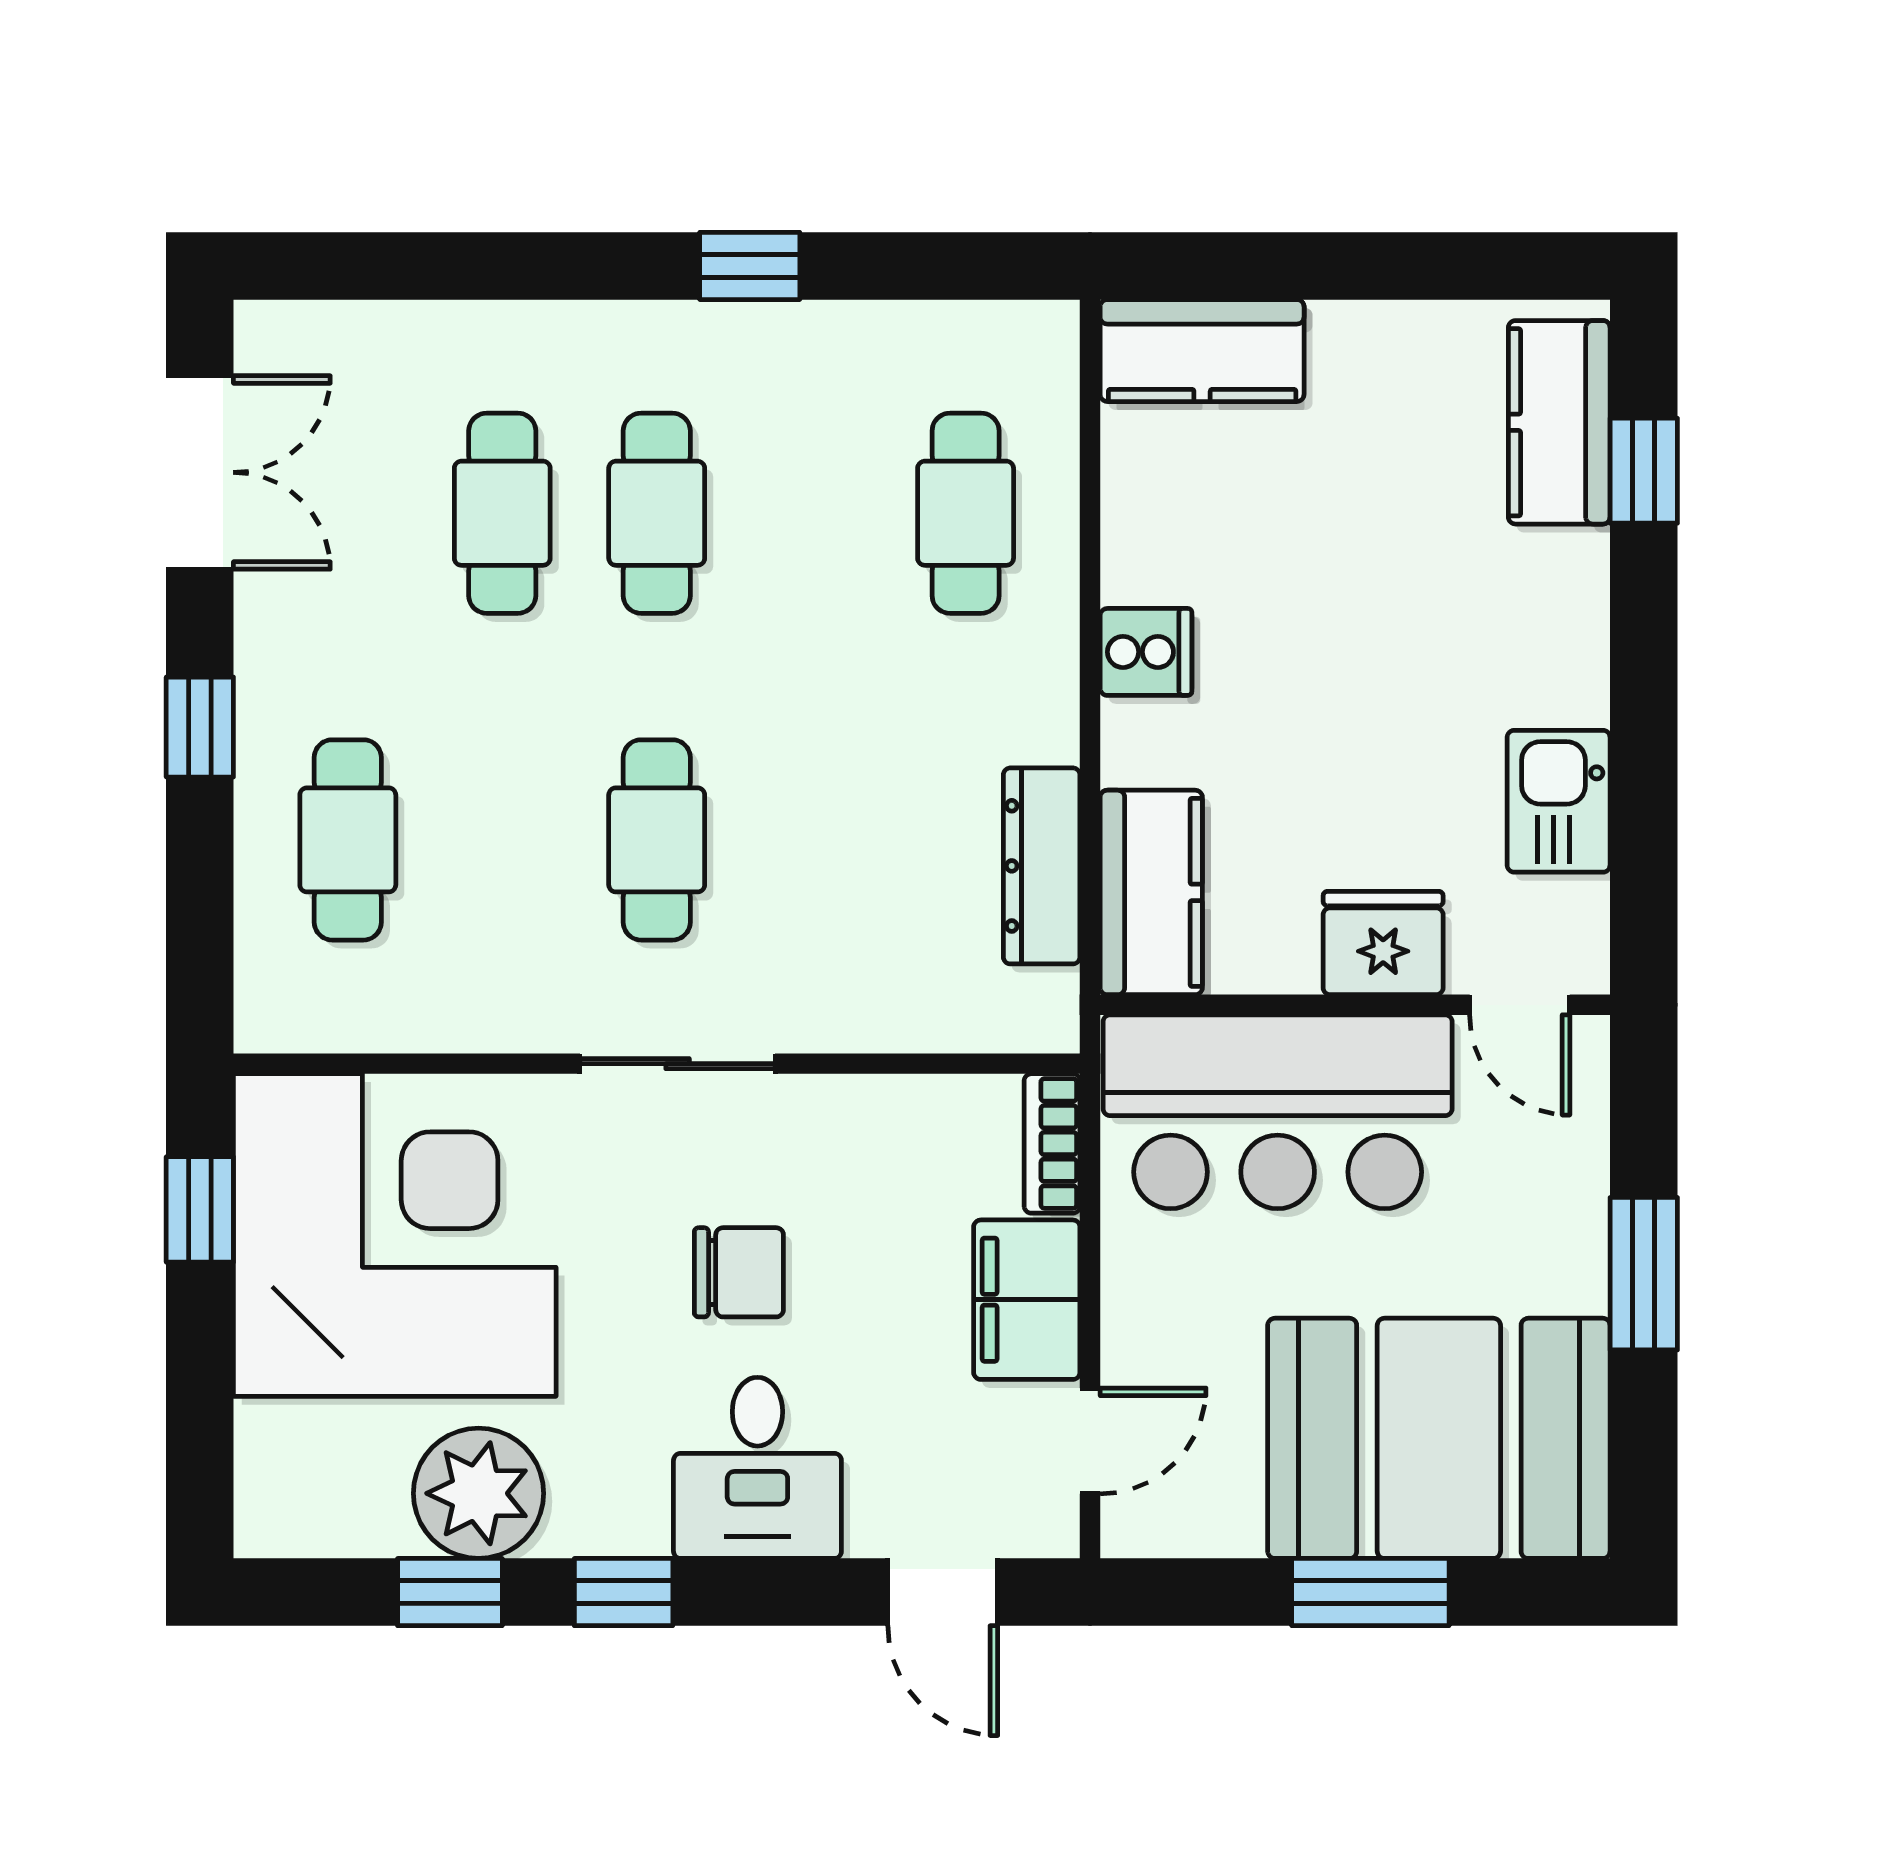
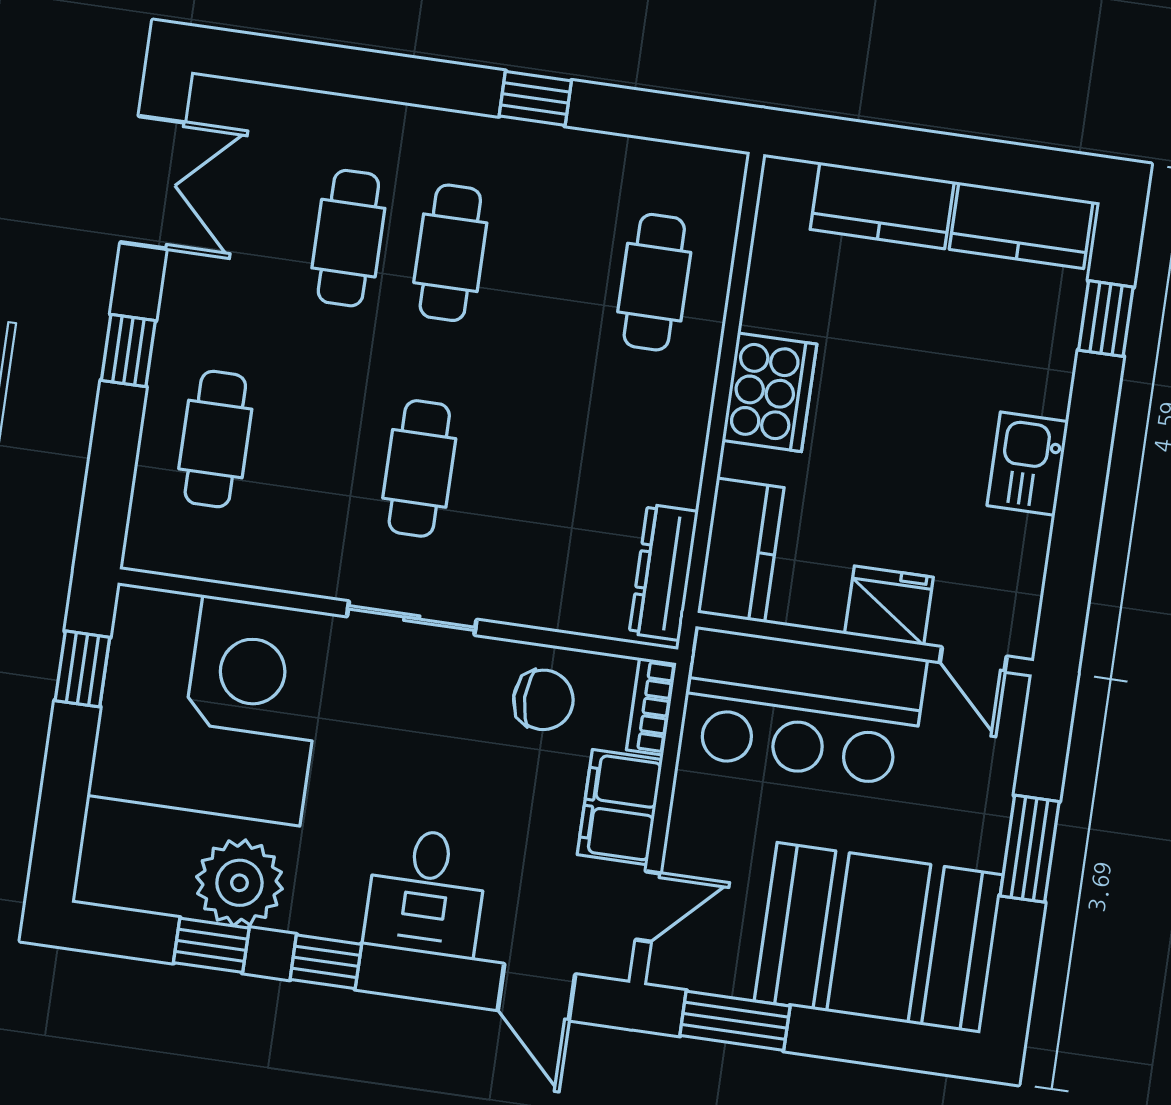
kitchen counter: (1202, 351) -> (882, 205), moved
kitchen counter: (1559, 422) -> (1021, 225), moved, turned -90
cooker: (1146, 652) -> (769, 392), width x1.87, depth x1.31
kitchen sink: (1559, 801) -> (1028, 464), moved
dresser: (1042, 866) -> (664, 572), moved
chair: (739, 1272) -> (543, 700), moved
window: (1370, 1592) -> (735, 1021), moved

